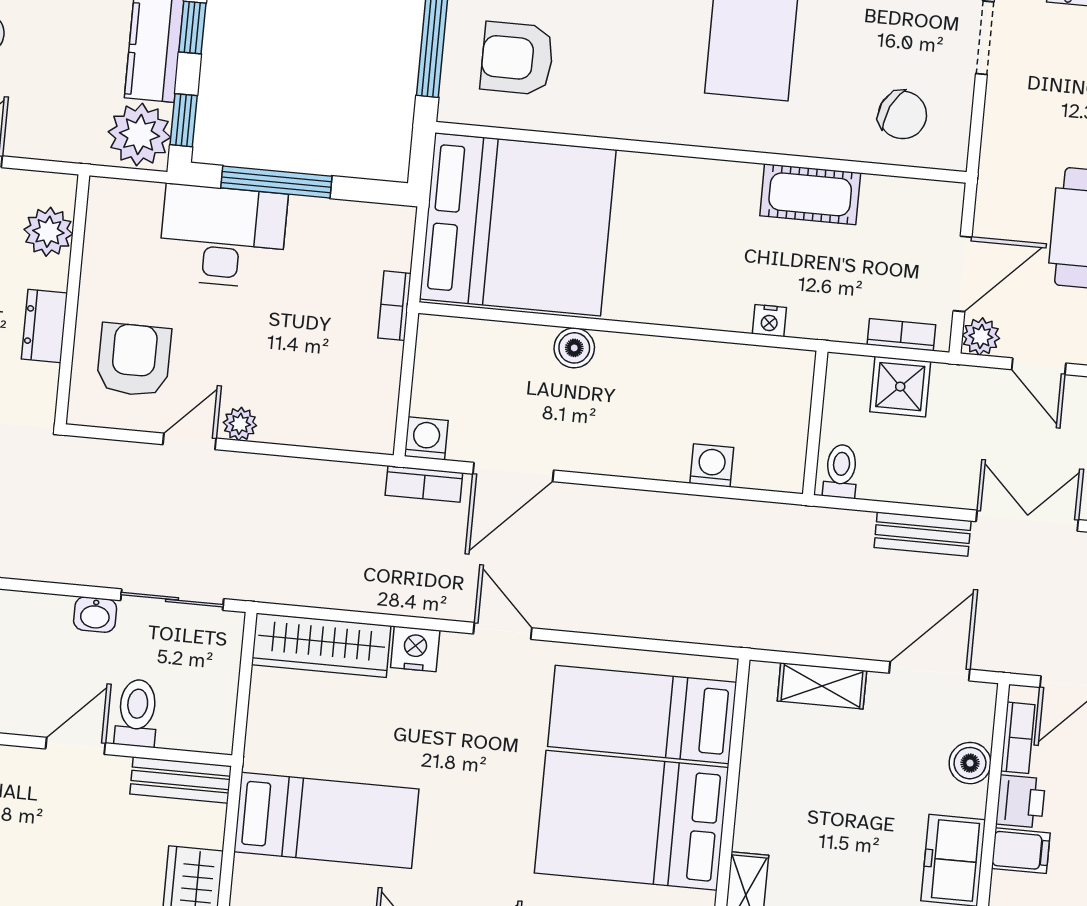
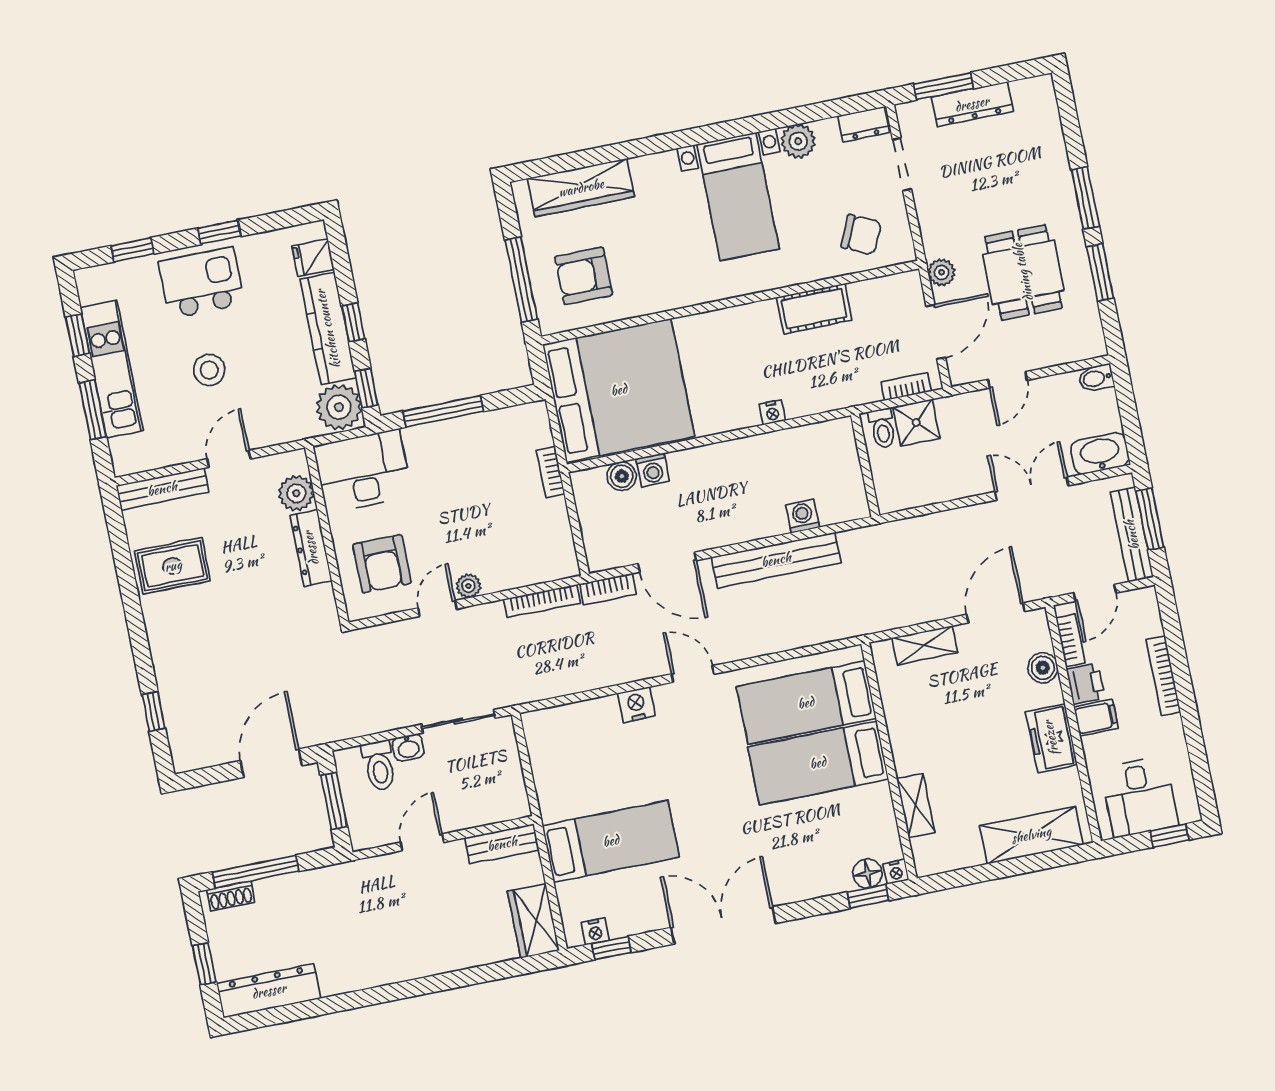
desk: (223, 236) -> (363, 471), moved
nightstand: (769, 321) -> (772, 412), moved
dresser: (44, 326) -> (311, 548), width x1.44
plant: (981, 337) -> (942, 272), moved
boiler: (574, 348) -> (622, 476), moved
armchair: (134, 360) -> (382, 564), turned 180
door: (1039, 366) -> (1008, 380), hinge flipped
washing machine: (426, 438) -> (652, 470), moved, turned 180
toilet: (841, 471) -> (882, 428), moved, turned 180
door: (513, 472) -> (667, 562), hinge flipped
bookcase: (332, 474) -> (542, 601), added
bench: (923, 534) -> (776, 560), moved, width x1.86, depth x1.21
wardrobe: (321, 645) -> (571, 722), removed
toilet: (137, 713) -> (379, 766), moved, turned 180
bed: (631, 820) -> (818, 763), width x0.67

